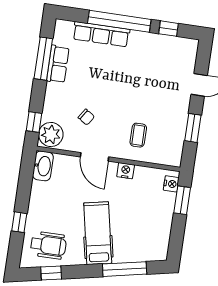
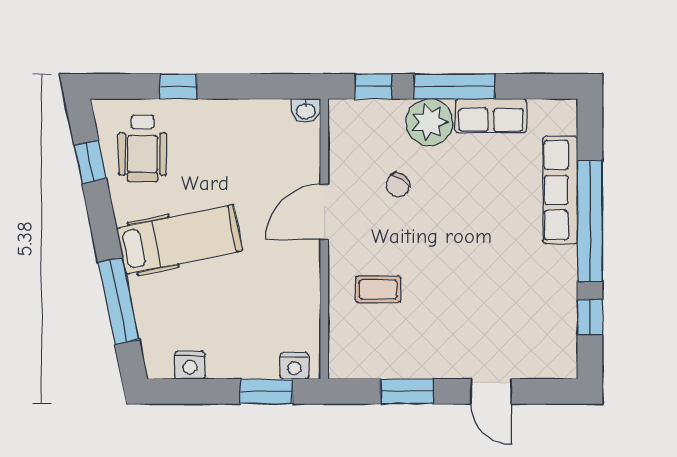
window: (43, 59) -> (454, 86), moved
plant: (51, 134) -> (429, 122), moved
washbasin: (43, 166) -> (306, 111), width x0.52, depth x0.69
nightstand: (126, 171) -> (190, 365), moved, turned 90

